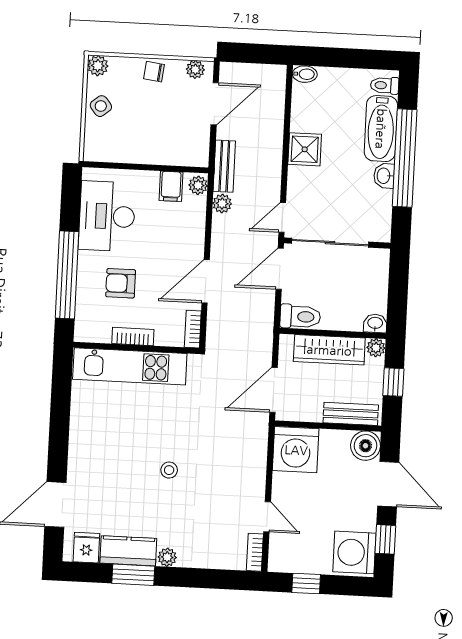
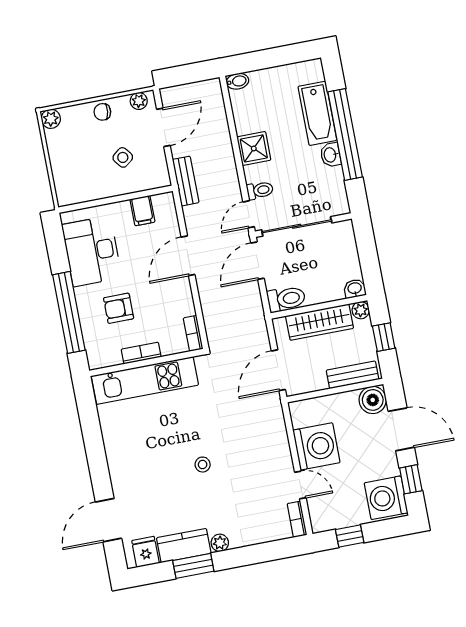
toilet: (385, 85) -> (260, 190), moved, turned 180
side table: (101, 106) -> (123, 157), moved
plant: (198, 185) -> (166, 204), removed
plant: (222, 203) -> (192, 215), removed
door: (206, 281) -> (188, 256), moved
washing machine: (296, 450) -> (316, 446), moved, turned -90

